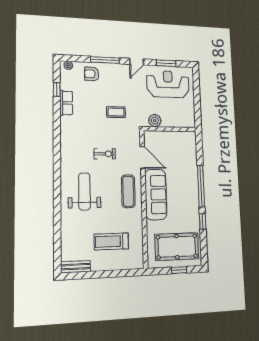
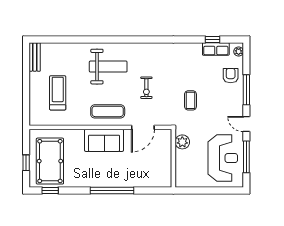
window: (166, 63) -> (246, 157), width x1.44
row of seats: (66, 103) -> (216, 49), moved
sofa: (156, 194) -> (104, 140), width x0.73
window: (203, 221) -> (50, 190), moved

